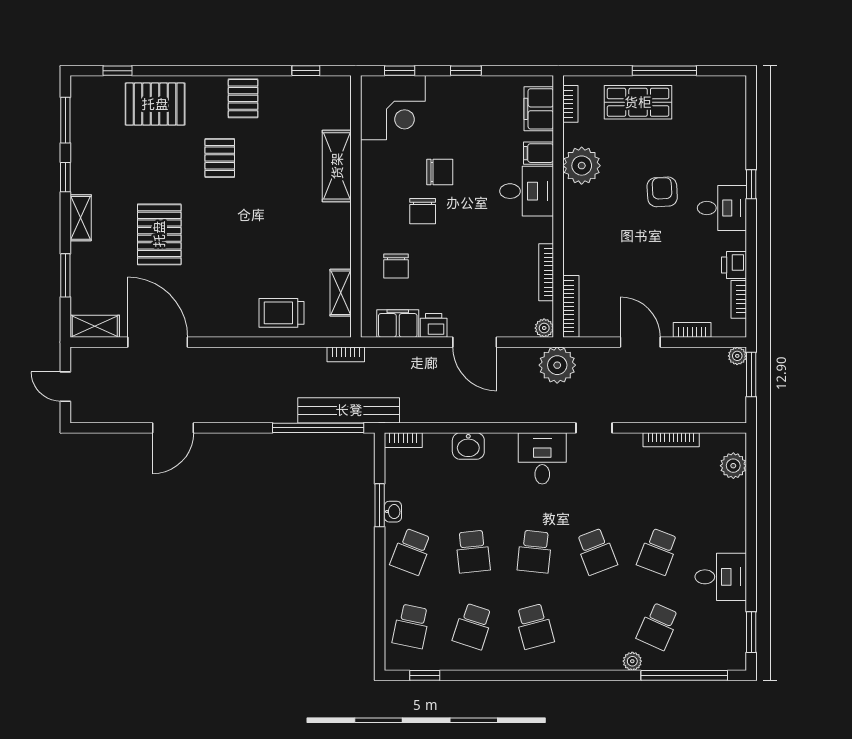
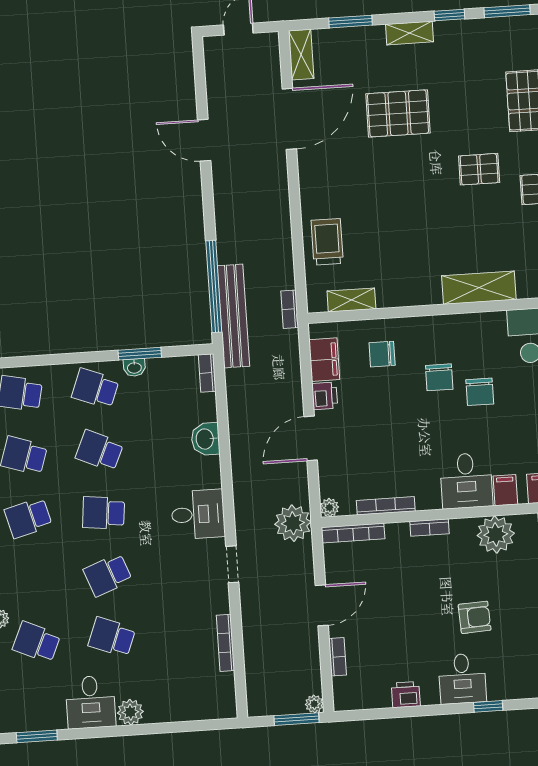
chair: (423, 211) -> (439, 377), turned -90
bookcase: (739, 299) -> (429, 528), moved, turned 180
plant: (733, 466) -> (130, 712), moved
school desk: (473, 552) -> (99, 451), turned 30

